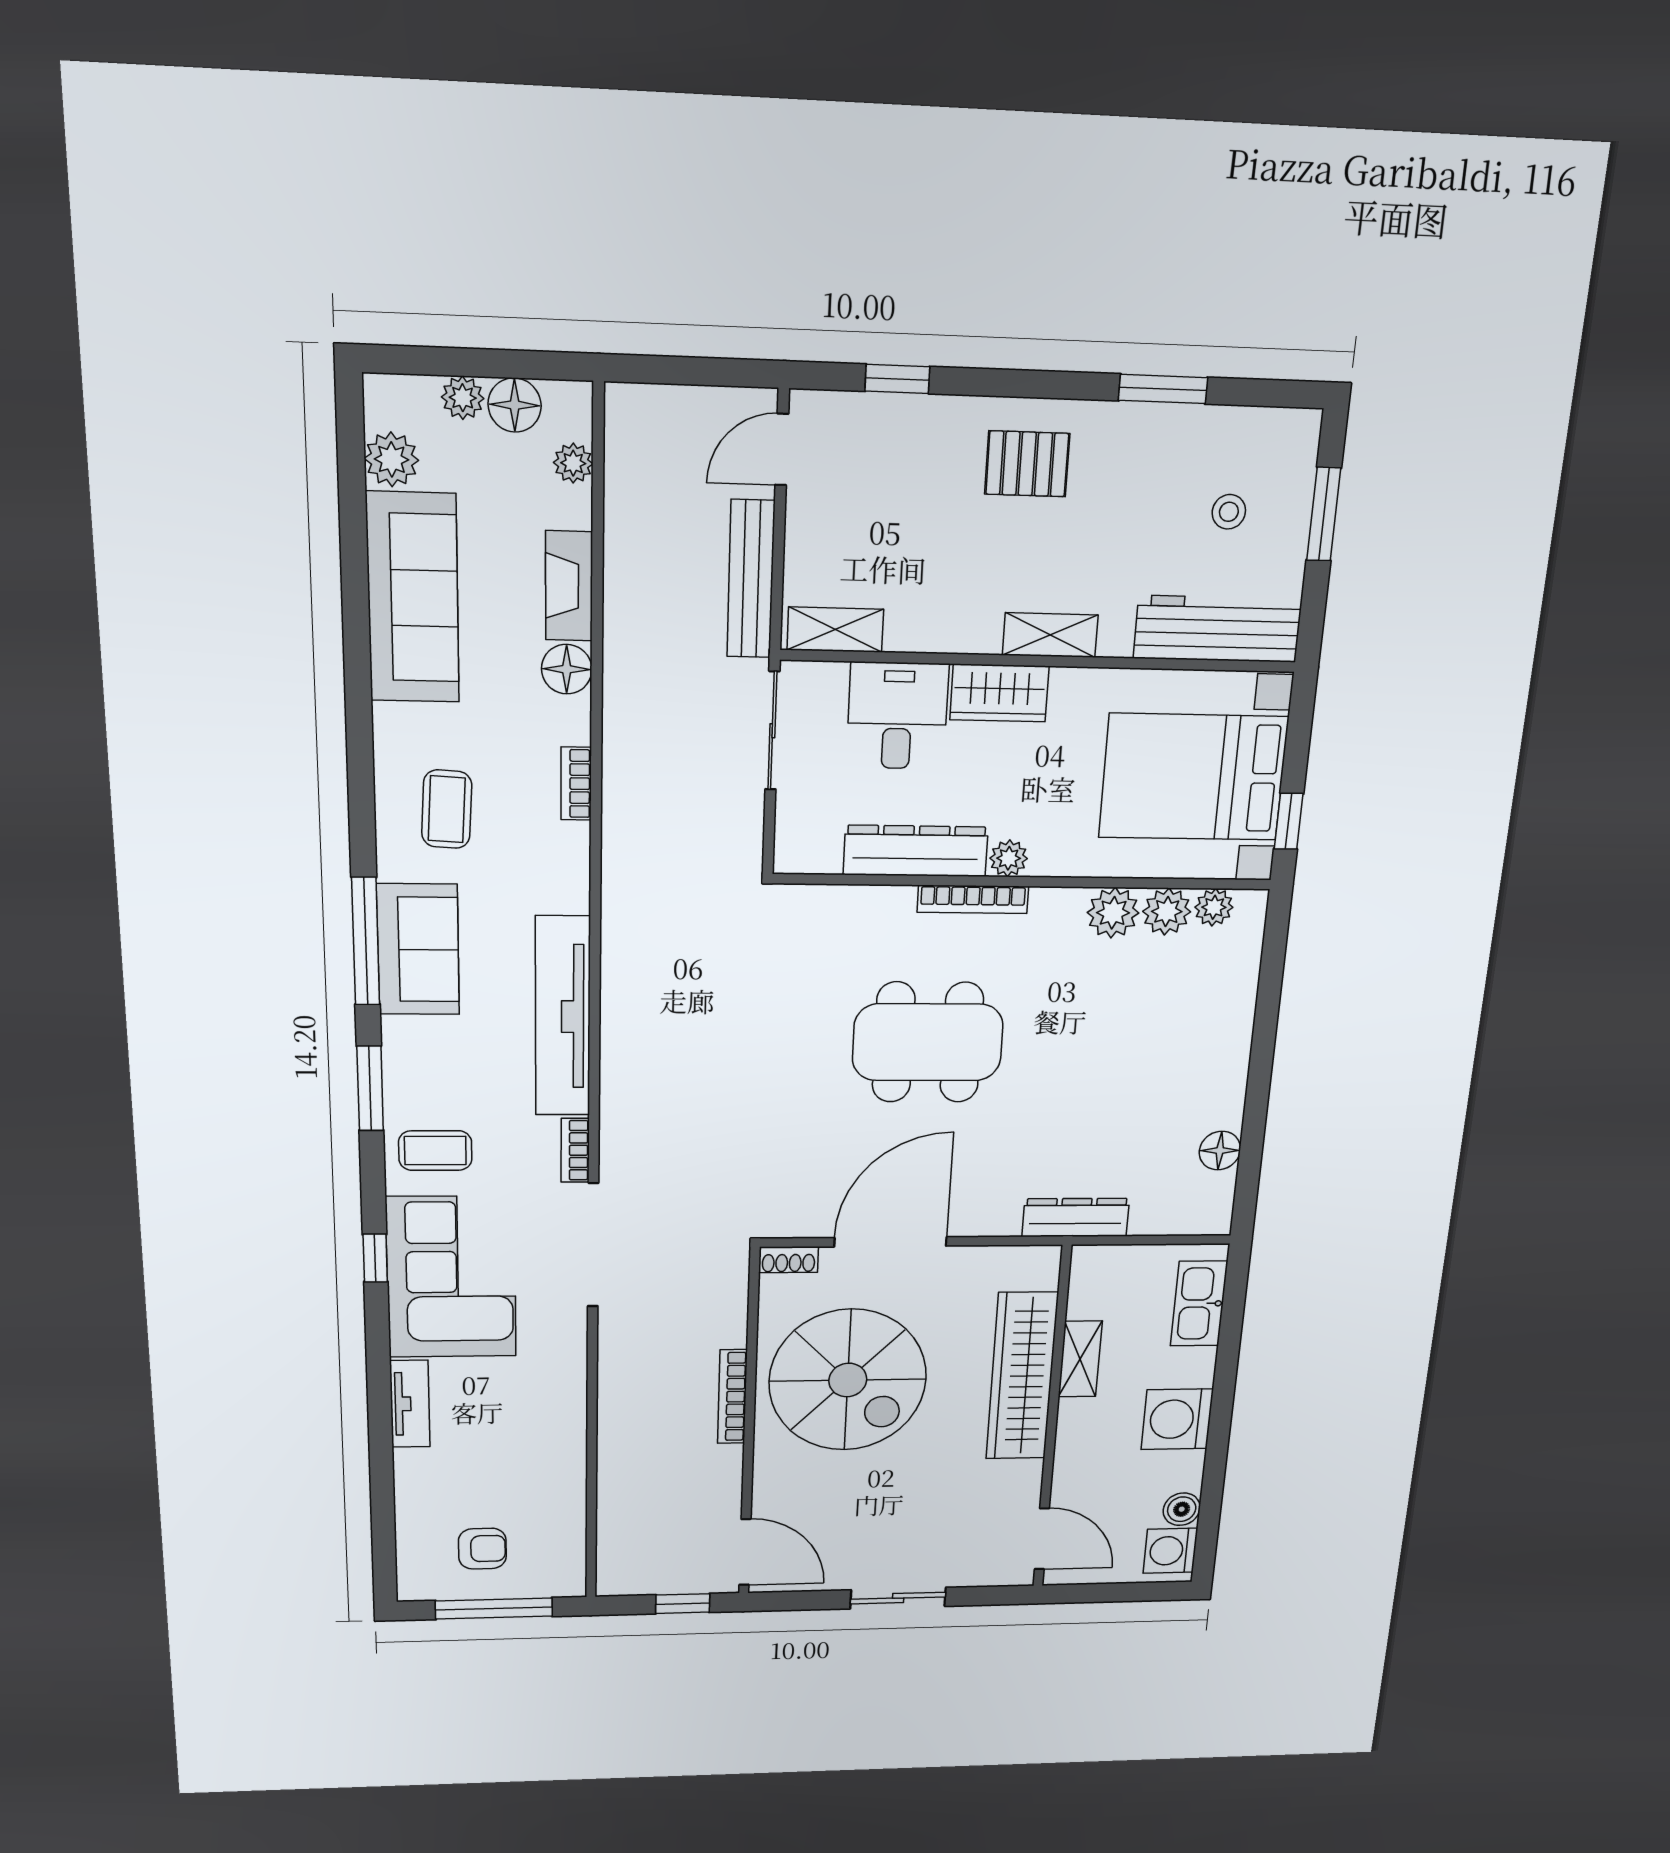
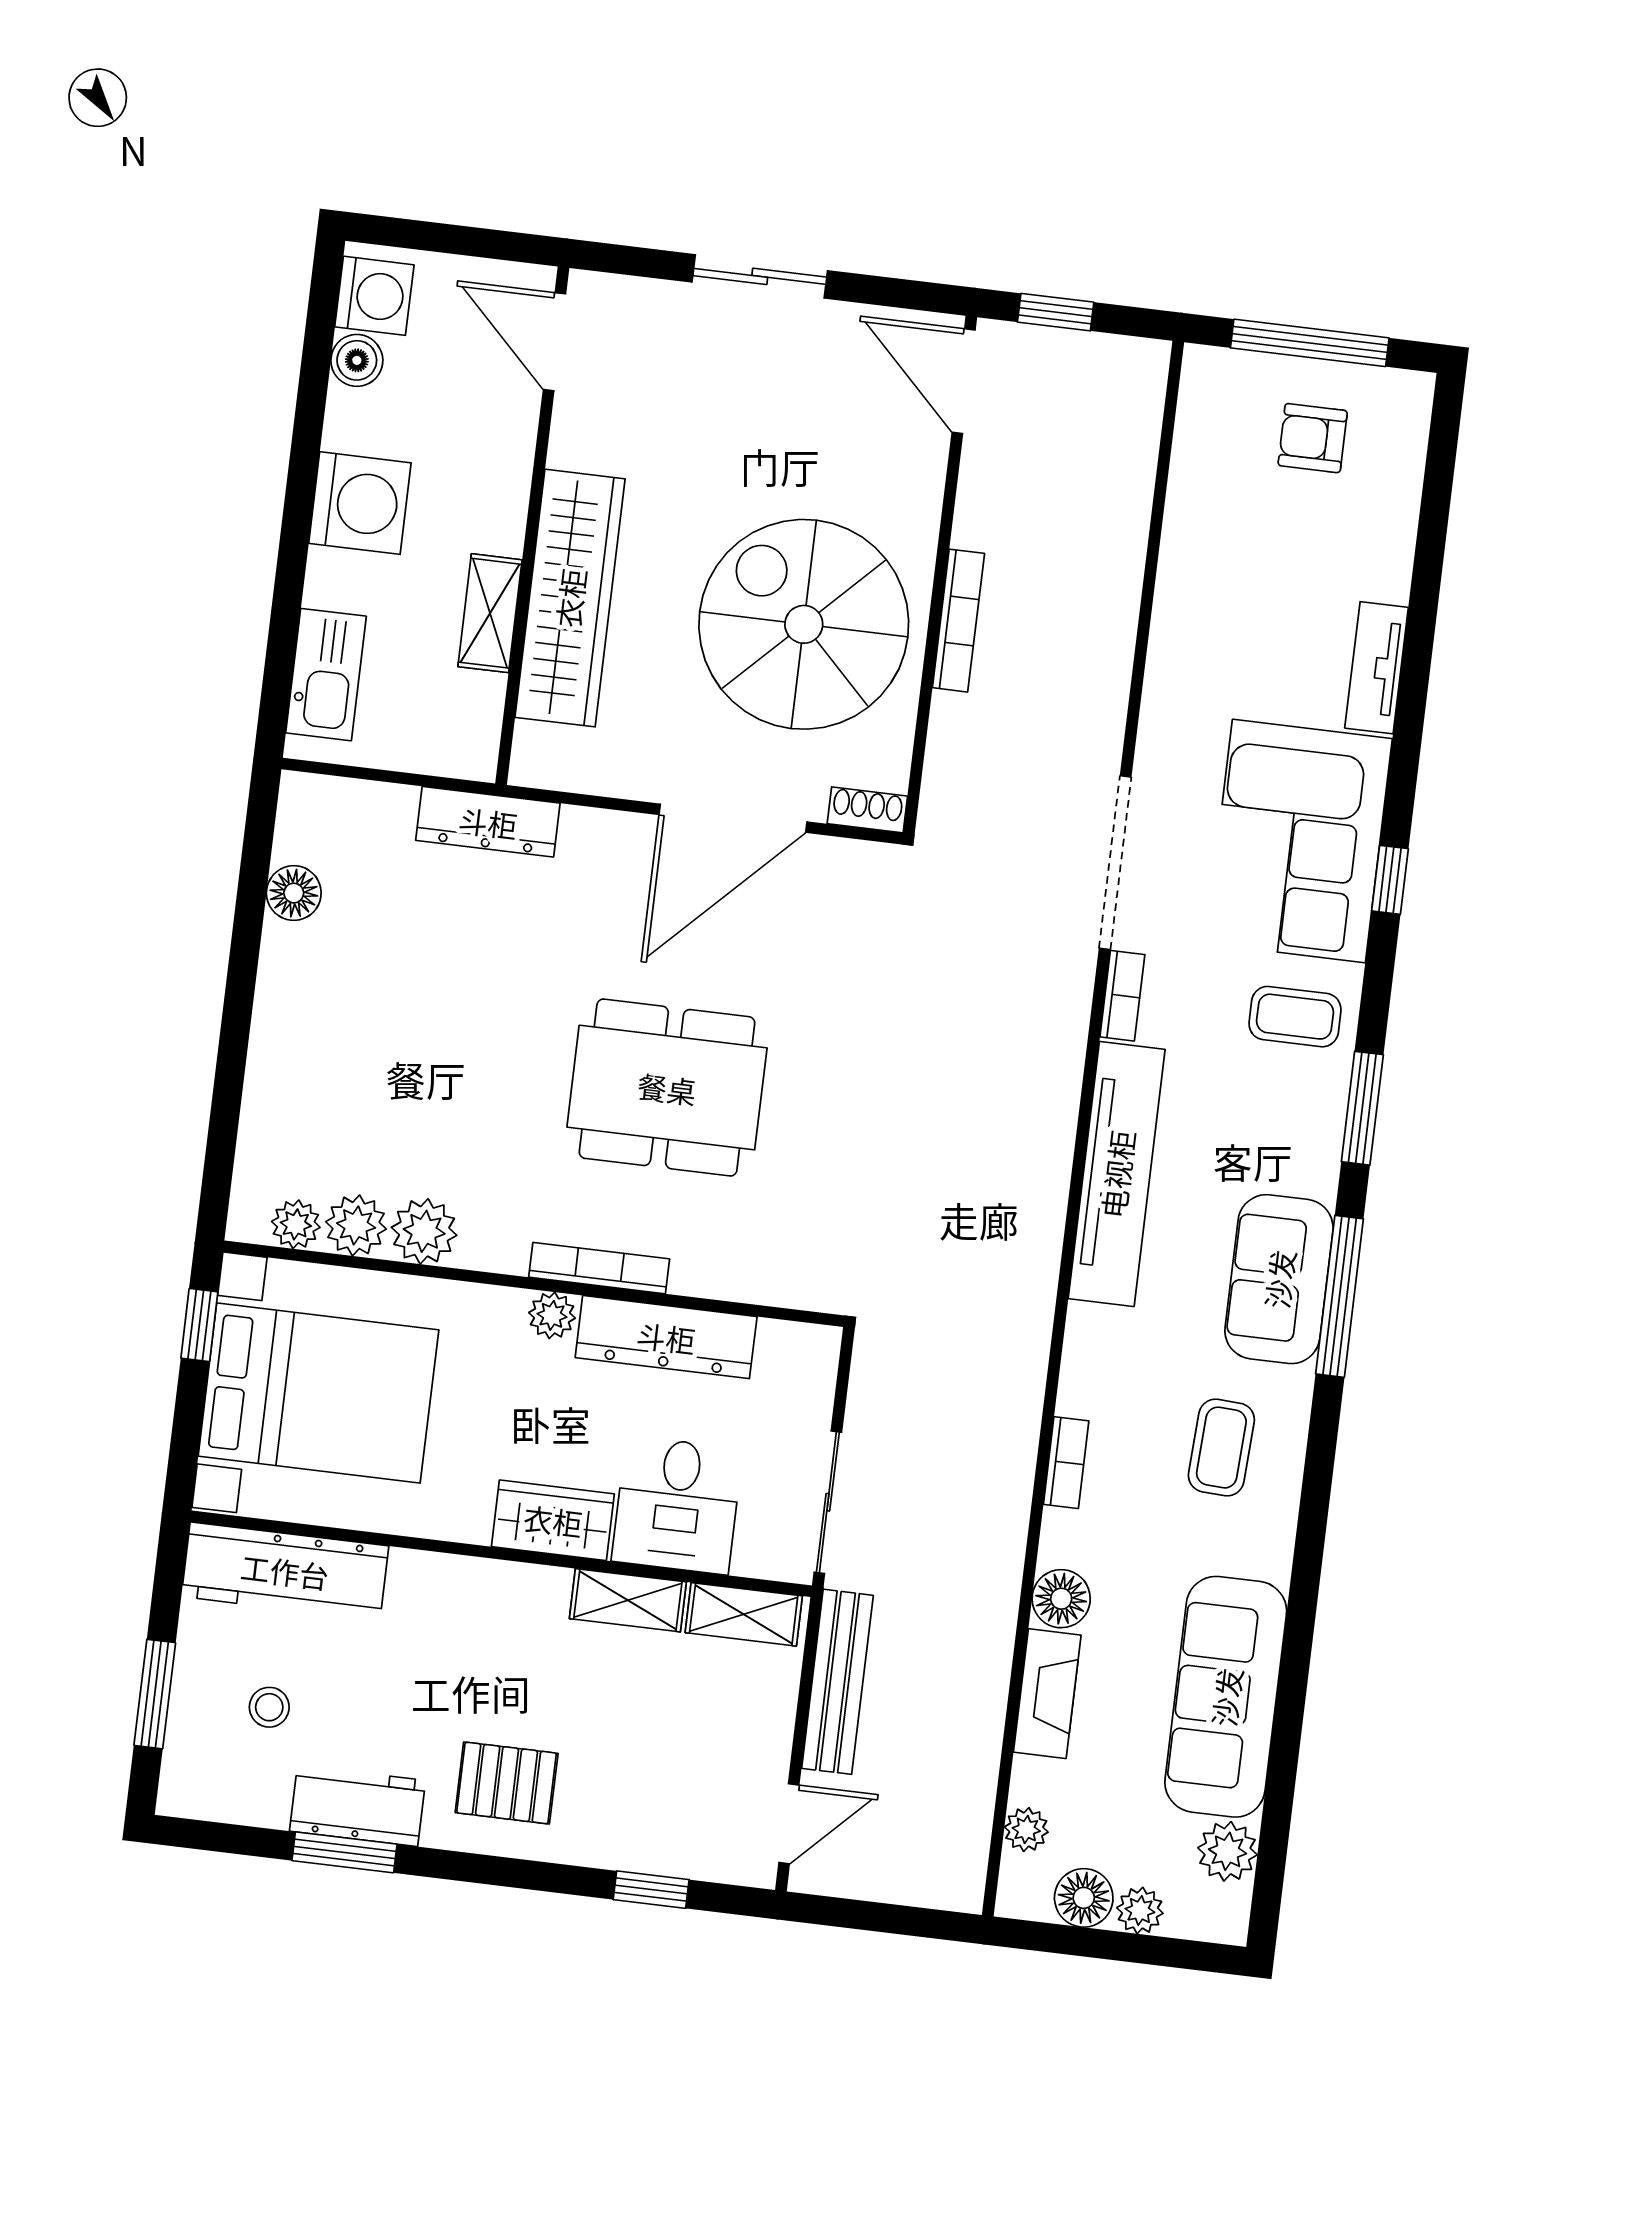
workbench: (1153, 432) -> (358, 1806), added
shelving: (1050, 635) -> (628, 1600), moved

